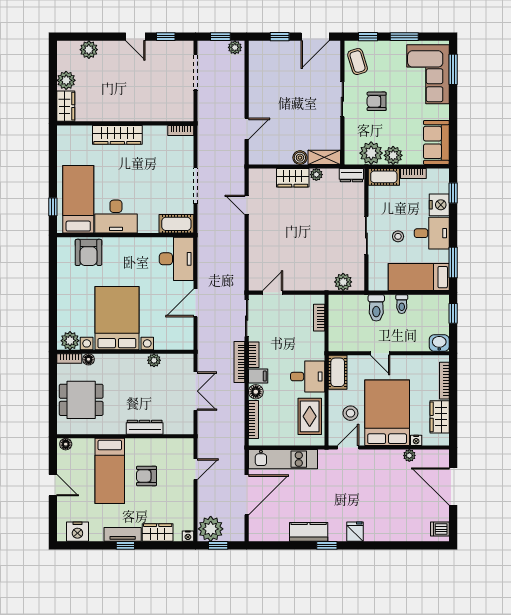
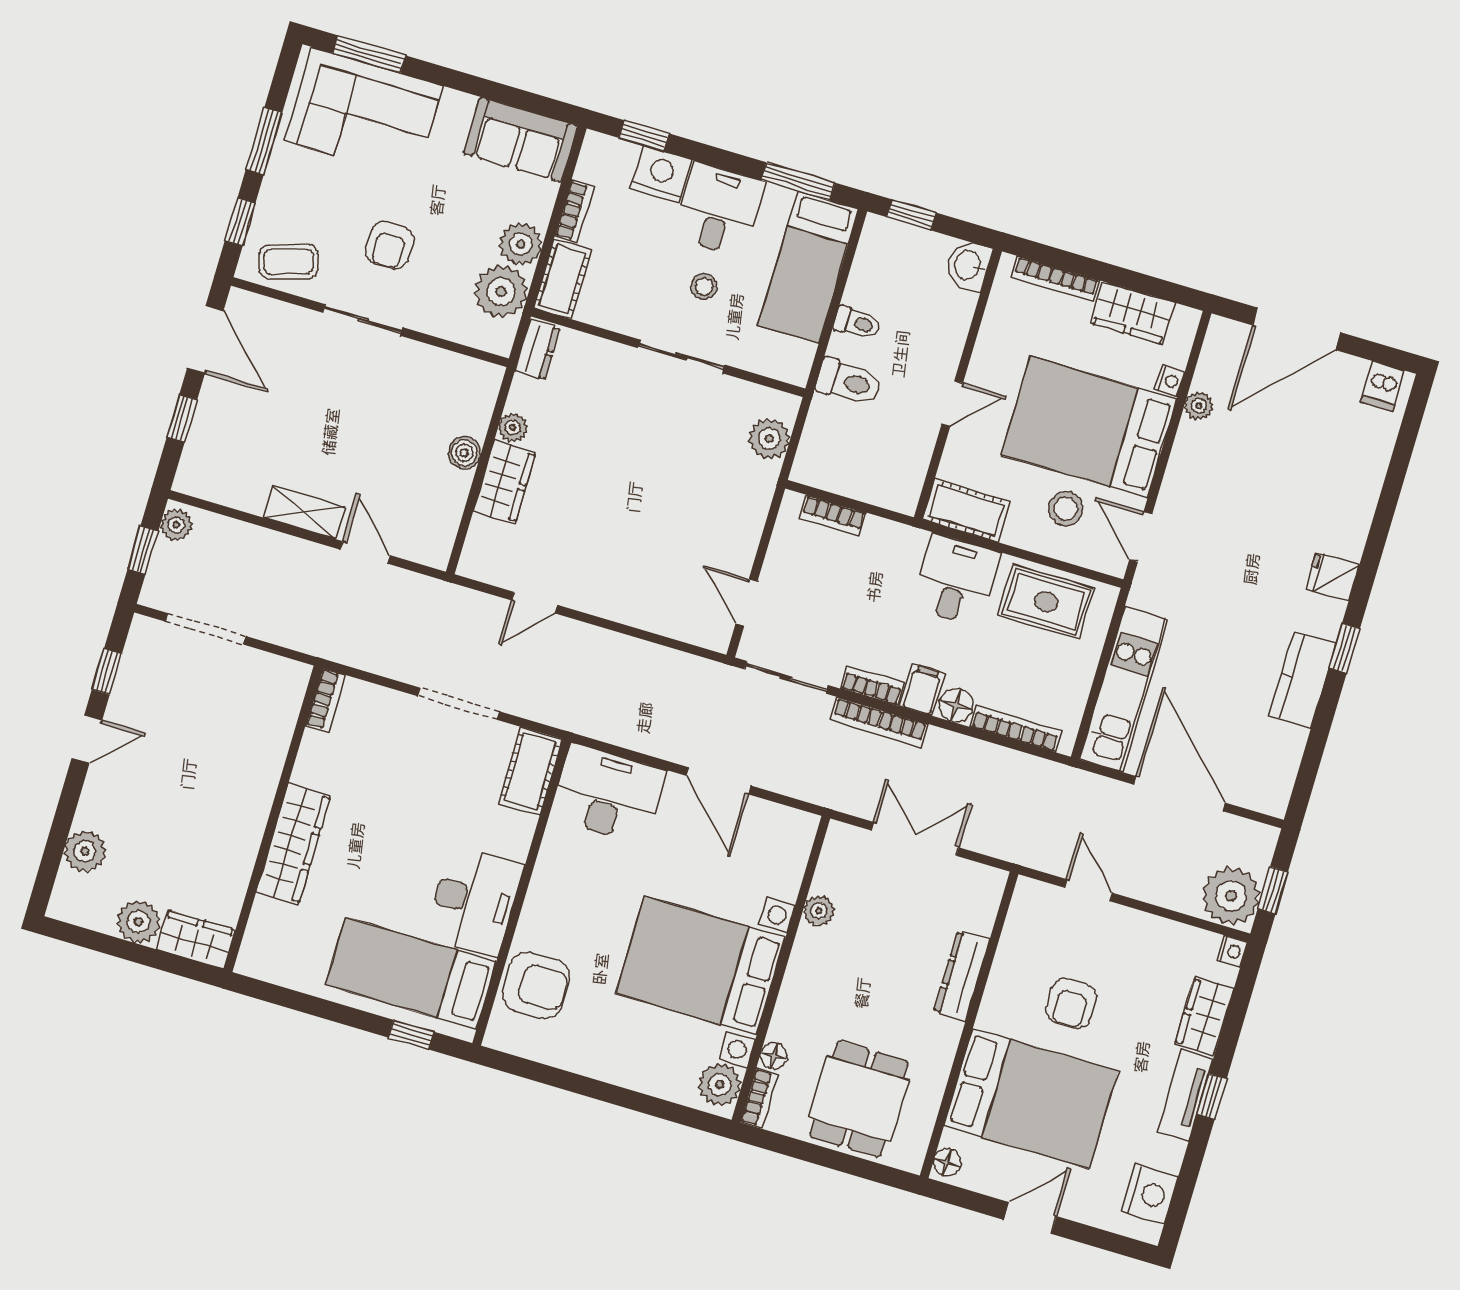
shelving: (324, 157) -> (304, 512), moved, turned 90
bed: (110, 471) -> (1031, 1098), width x1.50

